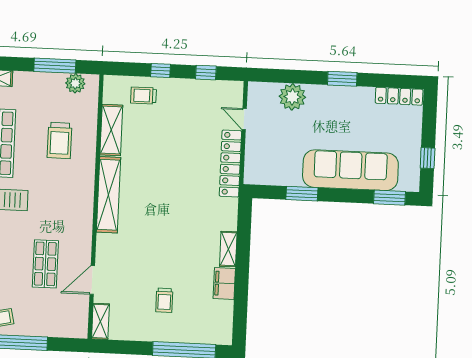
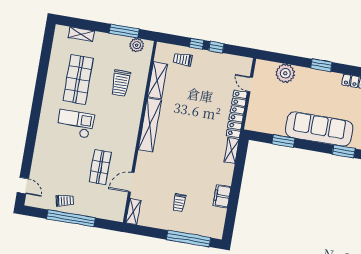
window: (206, 73) -> (216, 47), moved
shelving: (228, 249) -> (232, 151), moved

